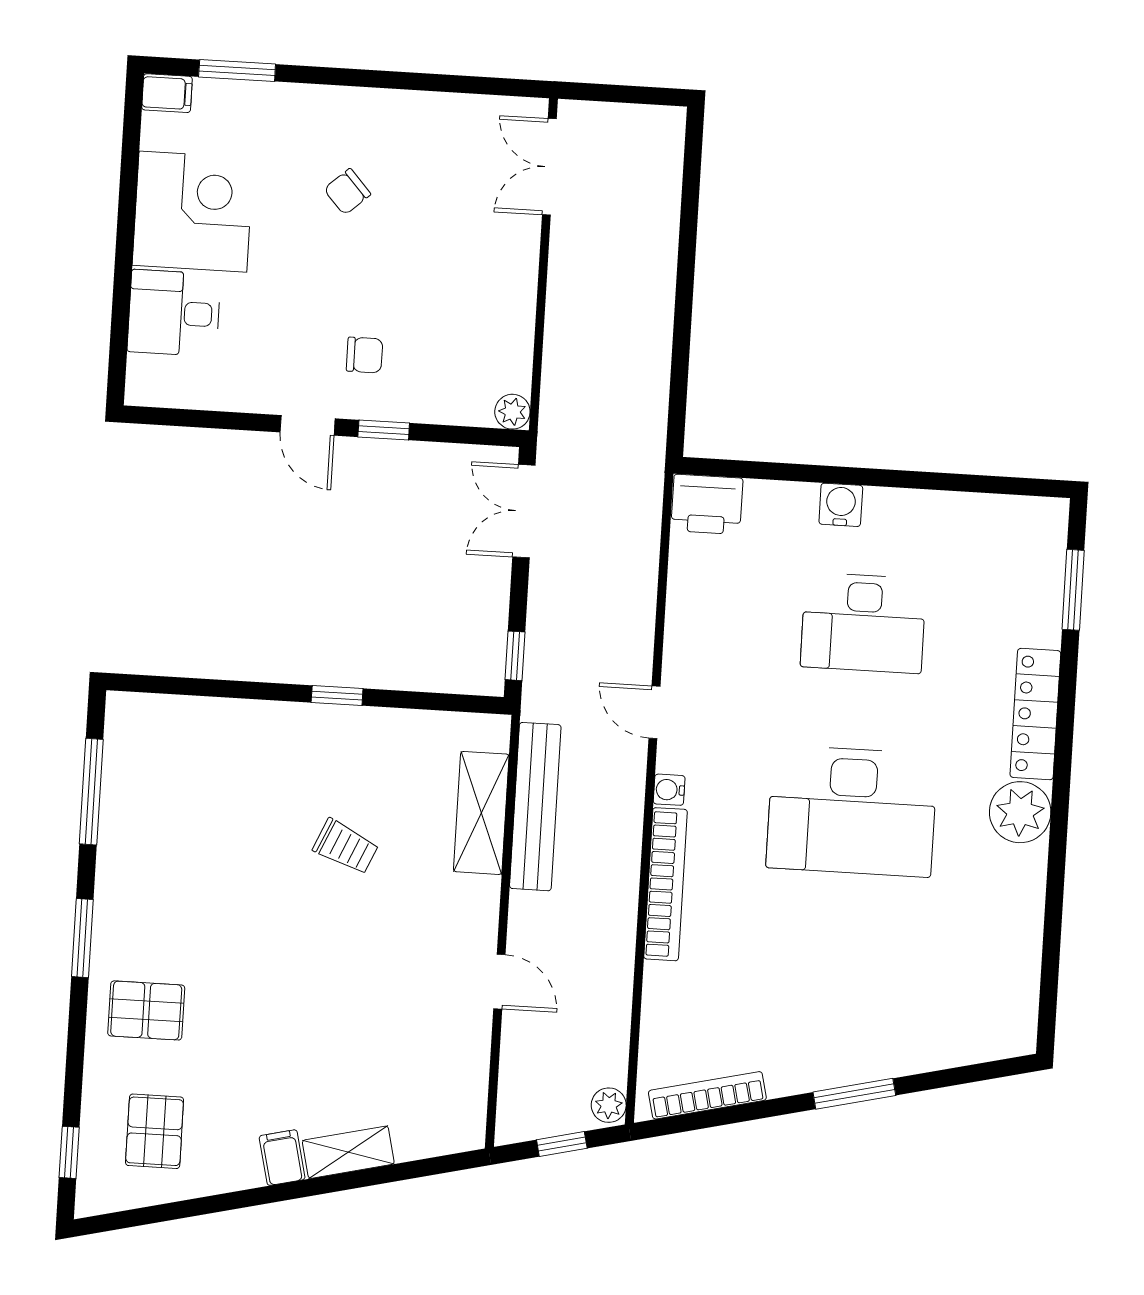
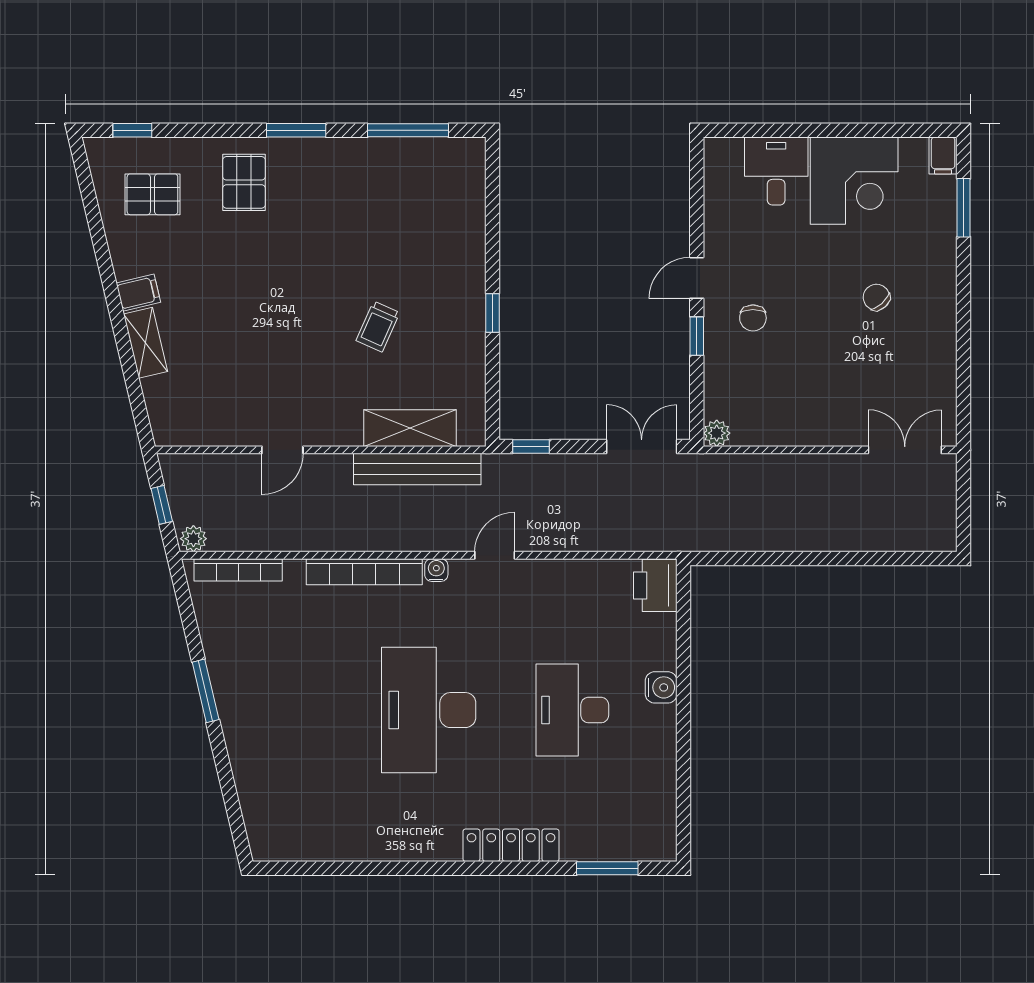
plant: (1020, 812) -> (436, 838), removed
window: (854, 1094) -> (206, 691), moved
bookcase: (707, 1095) -> (238, 570), moved, turned 103

